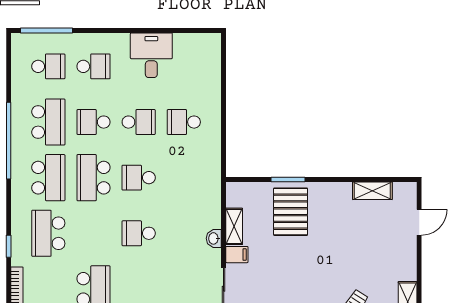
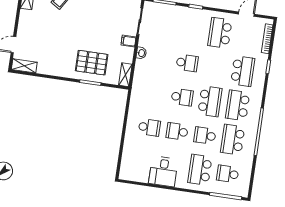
school desk: (93, 66) -> (200, 170), width x1.85
school desk: (93, 122) -> (205, 136), turned 180
shelving: (372, 191) -> (24, 66), moved
pallet: (291, 212) -> (92, 63), turned 90
shelving: (234, 226) -> (125, 75), moved

